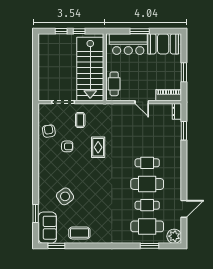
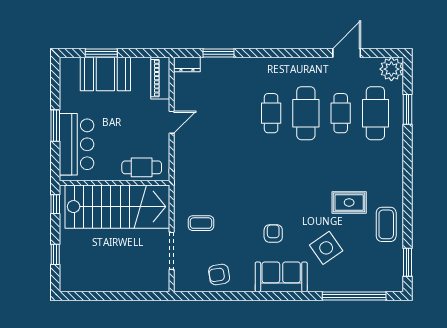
window: (79, 31) -> (55, 204), moved
booth: (163, 44) -> (105, 74), moved, turned 90
window: (184, 72) -> (101, 53), moved
armchair: (67, 146) -> (273, 234), moved
rug: (98, 147) -> (349, 202), moved
door: (184, 209) -> (347, 53), hinge flipped
window: (36, 213) -> (354, 296), width x2.11
sofa: (47, 228) -> (281, 277), moved

